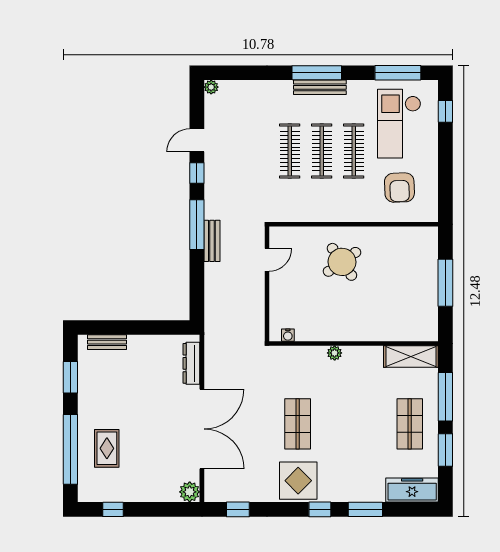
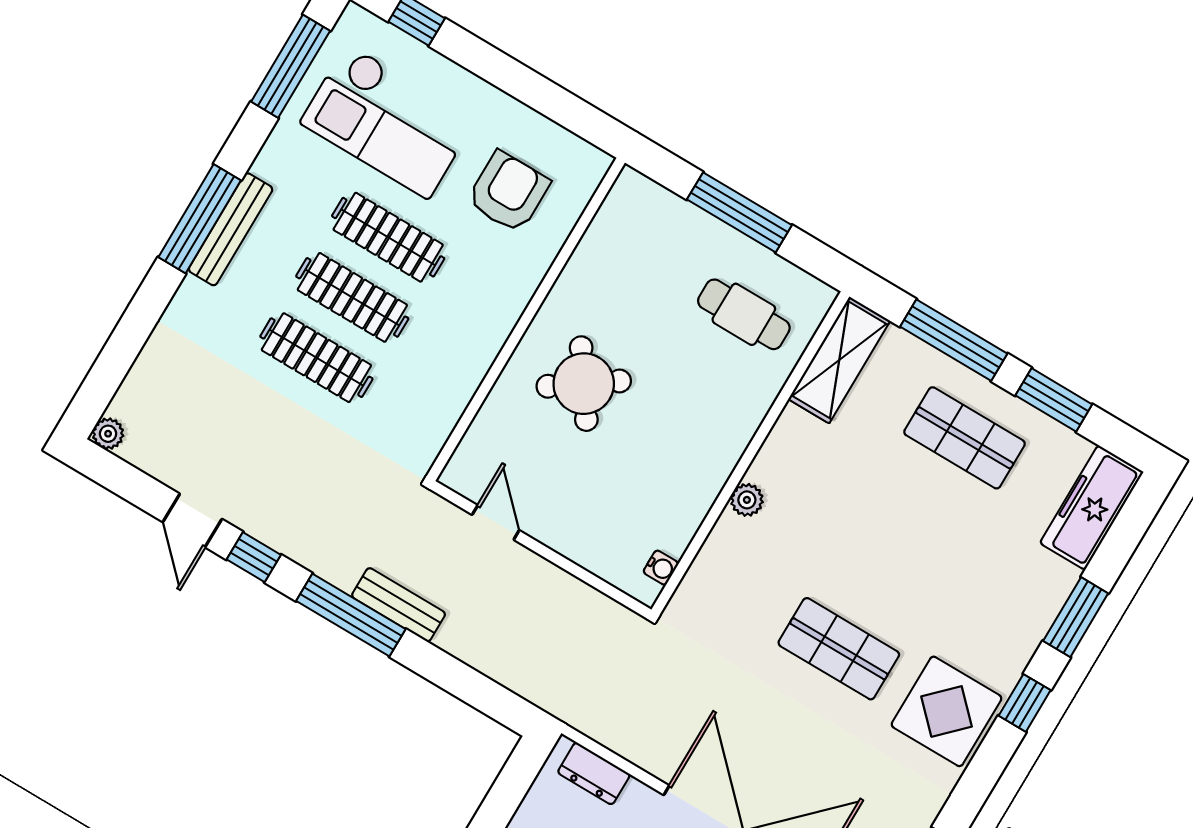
armchair: (399, 188) -> (508, 192), turned -88
cafe table: (407, 308) -> (744, 314), added
dresser: (191, 363) -> (594, 774), width x0.70

